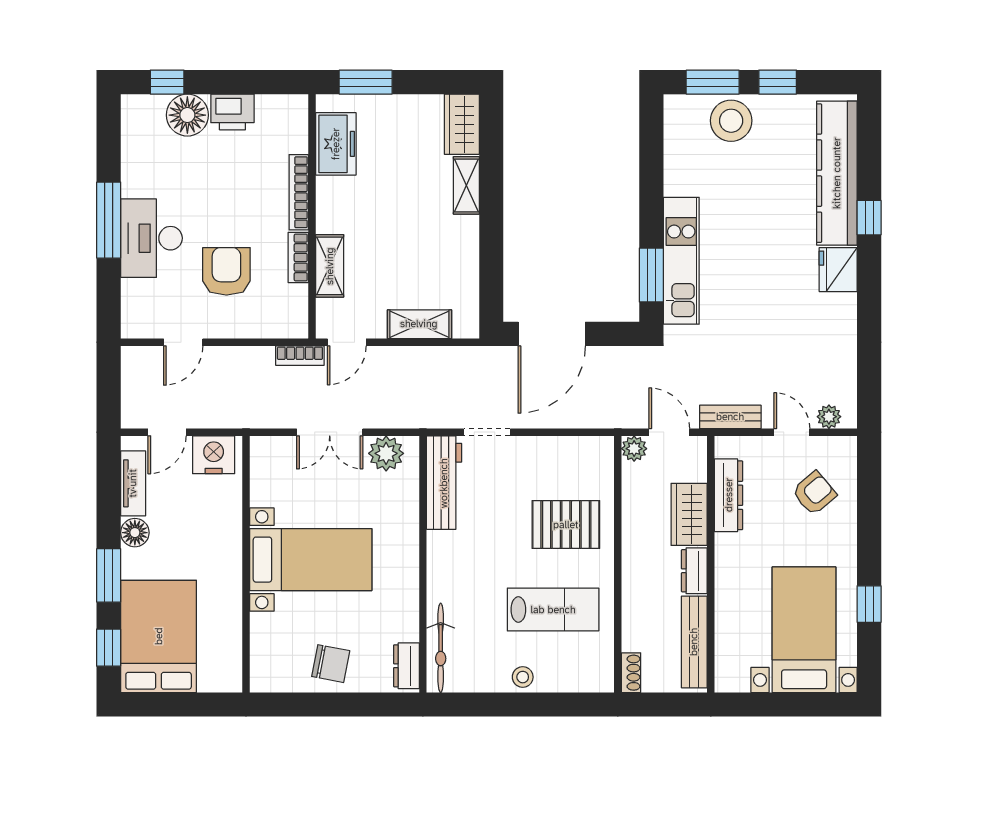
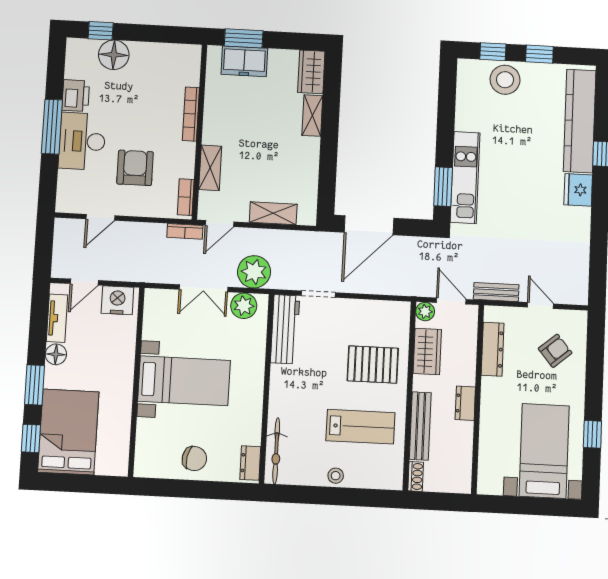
window: (713, 82) -> (493, 52), width x0.67
printer: (232, 112) -> (76, 96), moved, turned -90
freezer: (336, 144) -> (244, 61), moved, turned 90
bookcase: (298, 257) -> (186, 197), moved
plant: (829, 417) -> (254, 272), moved, width x1.88, depth x1.88
wardrobe: (689, 514) -> (427, 351), moved, turned 180
bench: (694, 642) -> (420, 426), moved

